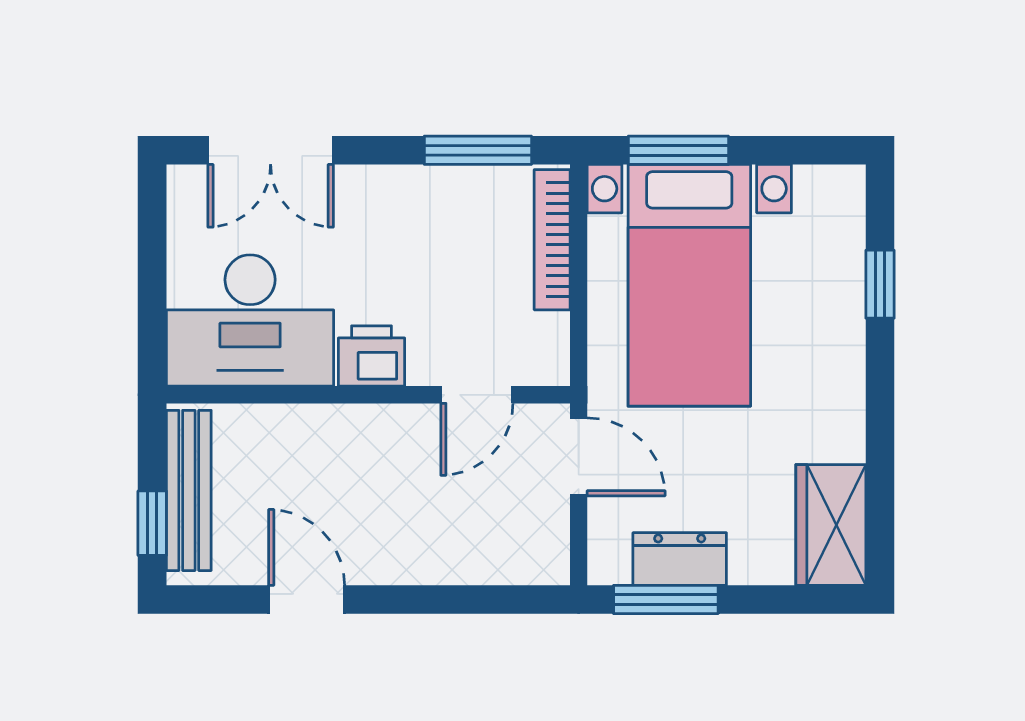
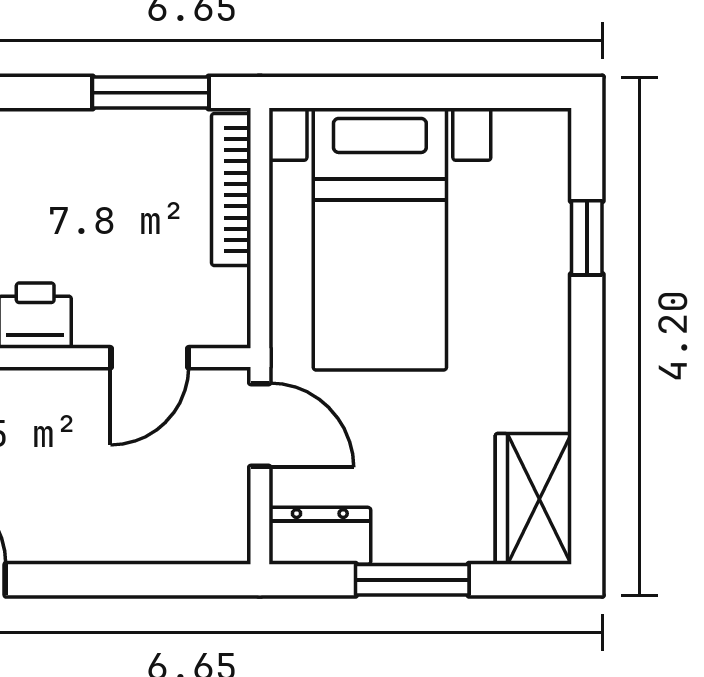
window: (678, 150) -> (368, 93), removed
dresser: (680, 559) -> (320, 536), moved
window: (666, 599) -> (412, 580), moved

